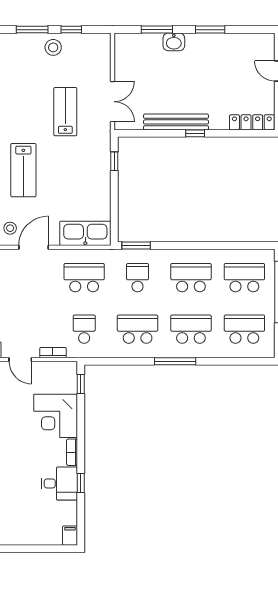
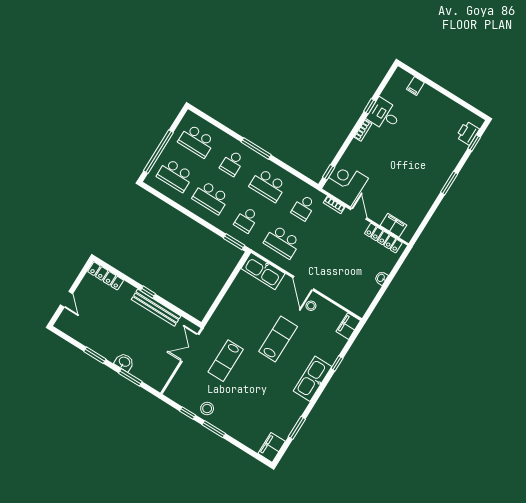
window: (114, 161) -> (214, 307), removed
door: (34, 247) -> (303, 283), hinge flipped
school desk: (191, 329) -> (232, 163), width x0.54
corner desk: (56, 416) -> (345, 183), moved, turned -90
filing cabinet: (70, 536) -> (415, 86), moved

